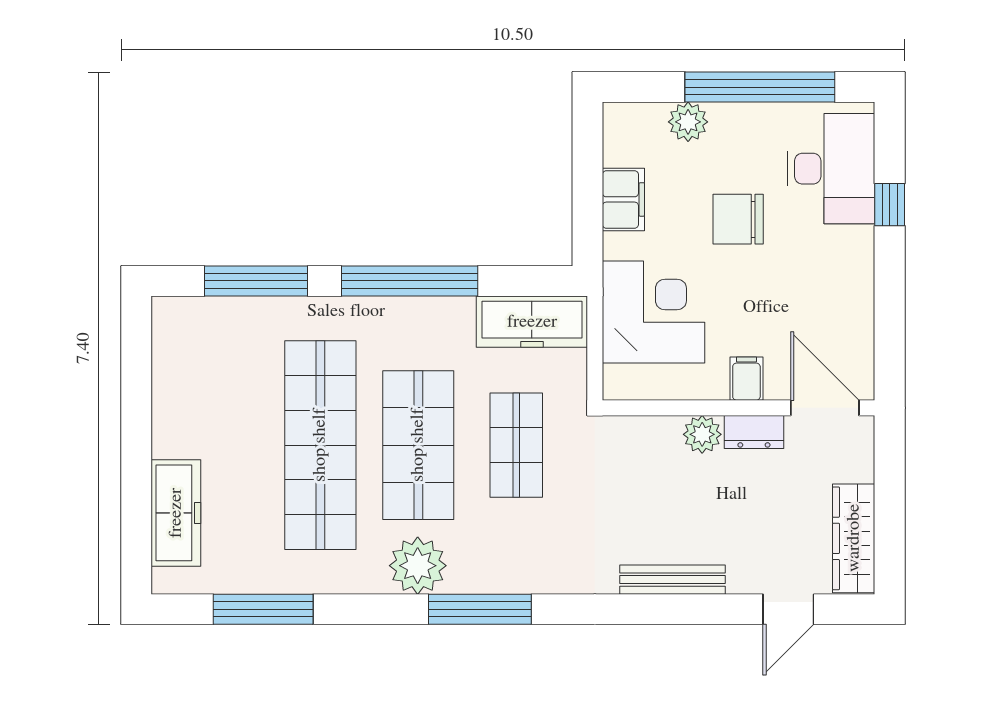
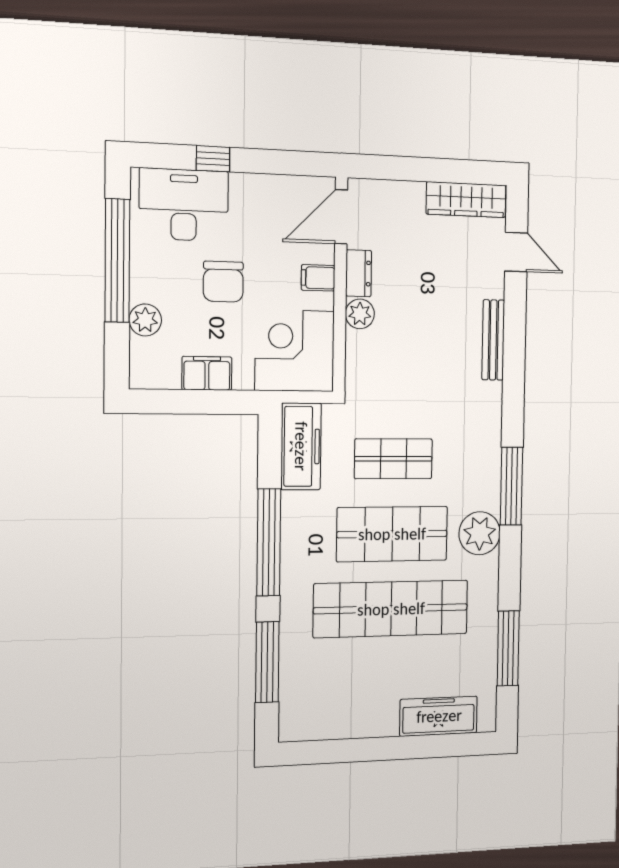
filing cabinet: (746, 379) -> (318, 278), moved
wall: (739, 408) -> (340, 285), moved
door: (825, 408) -> (341, 217), moved
dresser: (754, 432) -> (359, 273), moved
plant: (702, 434) -> (360, 314), moved

